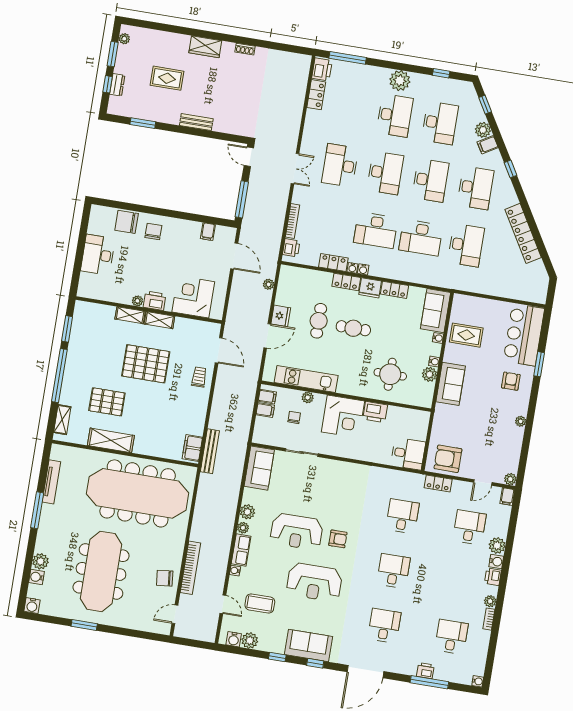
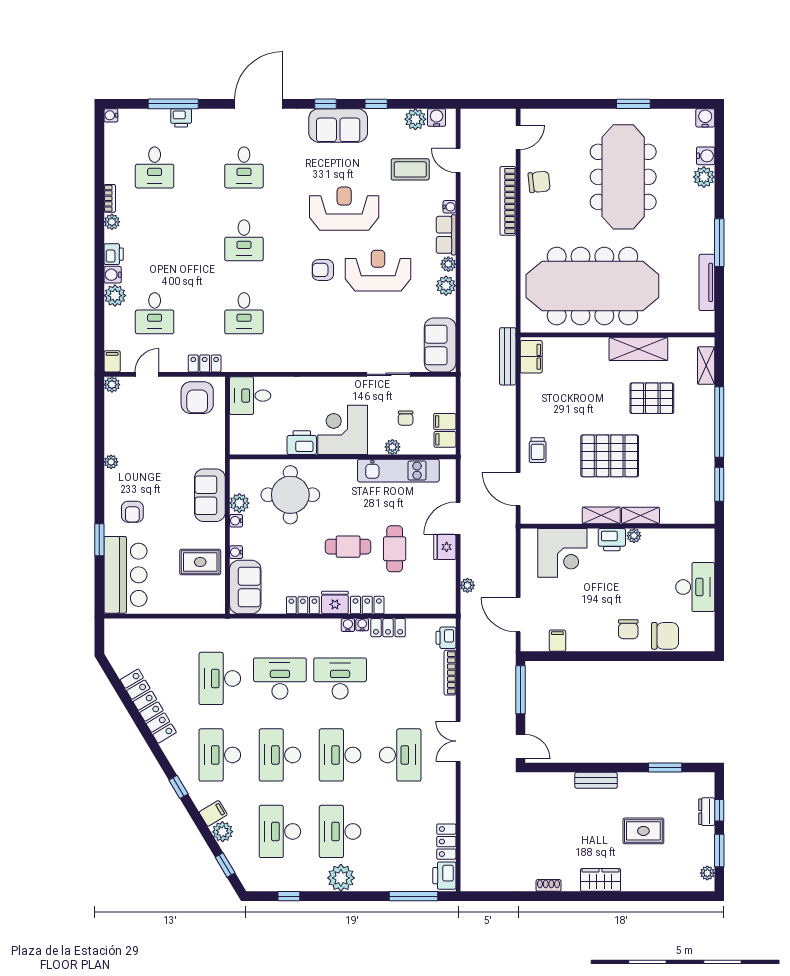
round table: (390, 374) -> (290, 495), width x1.36, depth x1.36
armchair: (448, 459) -> (197, 398), turned 90

